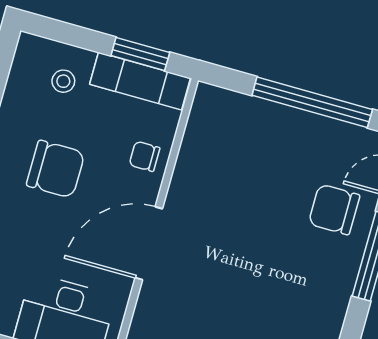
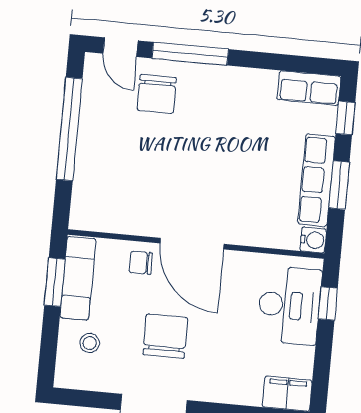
chair: (145, 156) -> (141, 263), turned 90
door: (149, 243) -> (192, 244), moved

